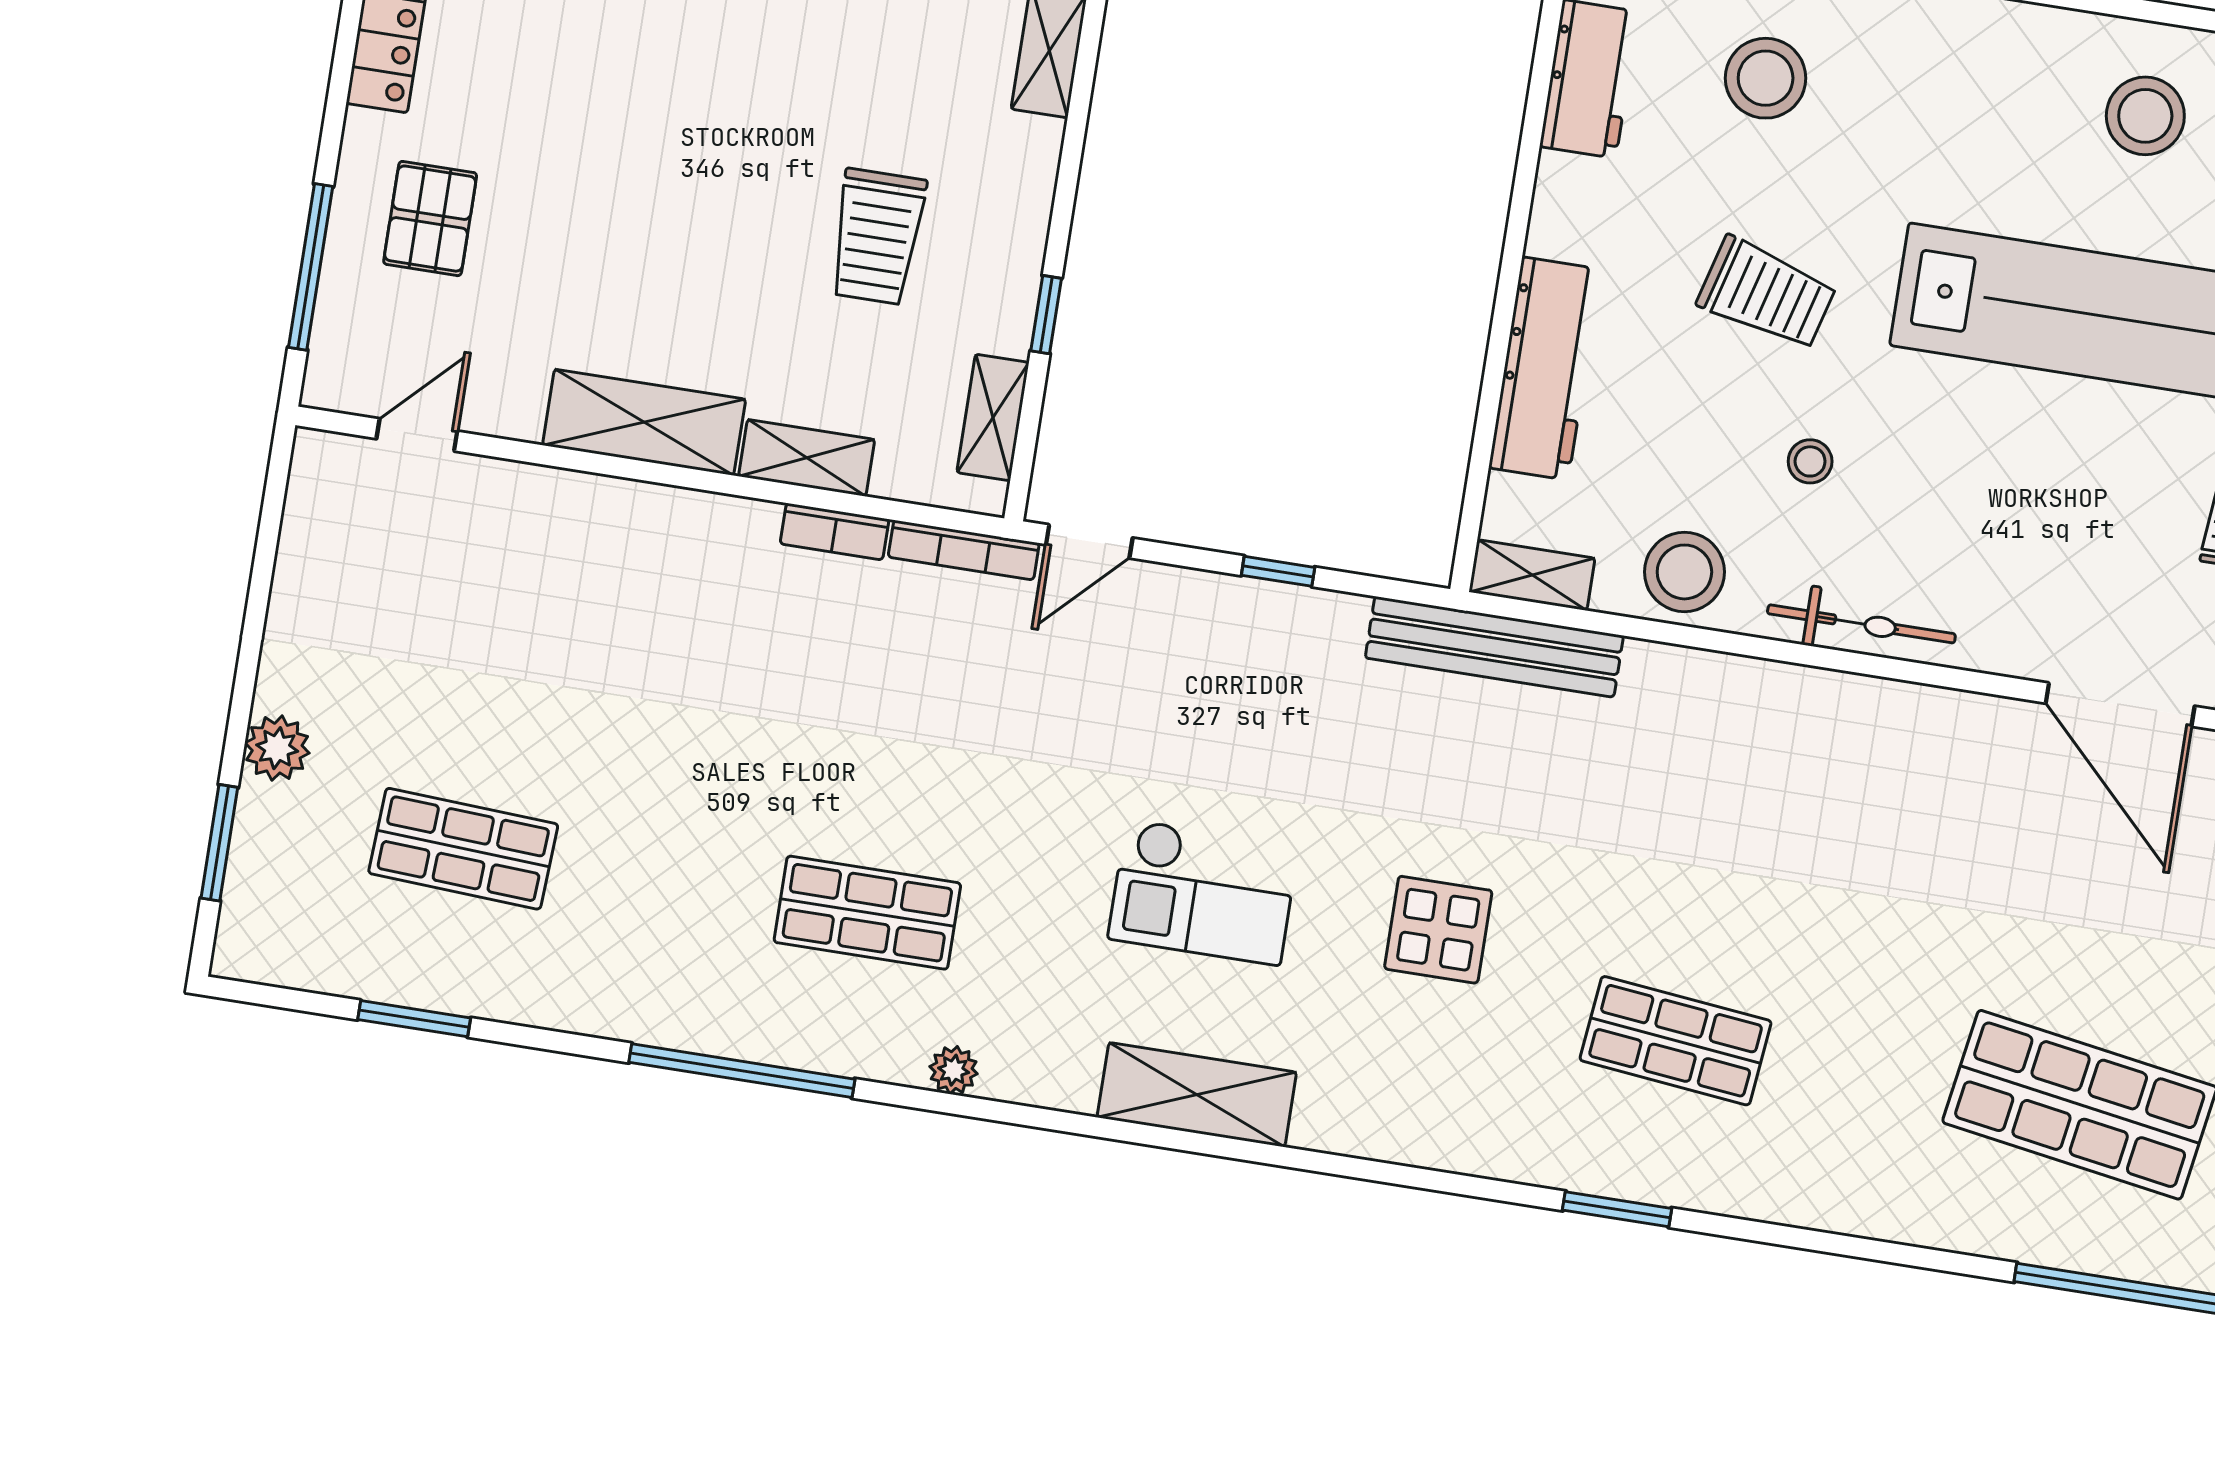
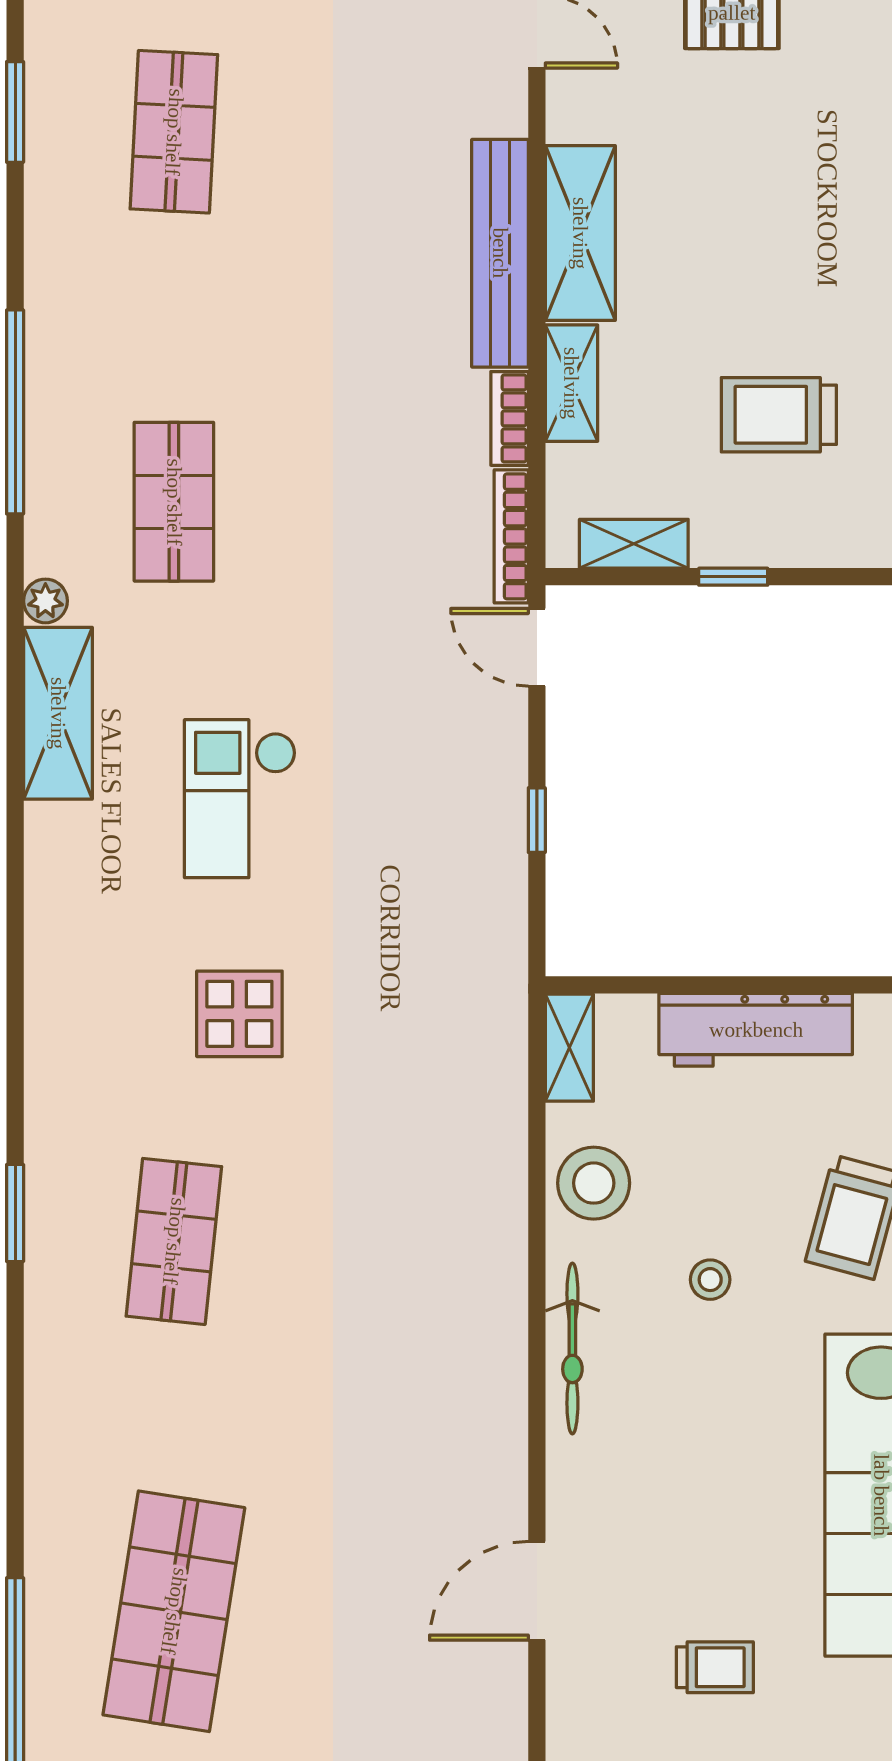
bench: (1494, 647) -> (500, 253), moved
door: (2120, 705) -> (537, 1591), width x0.73
shelving: (1197, 1095) -> (58, 713), moved

